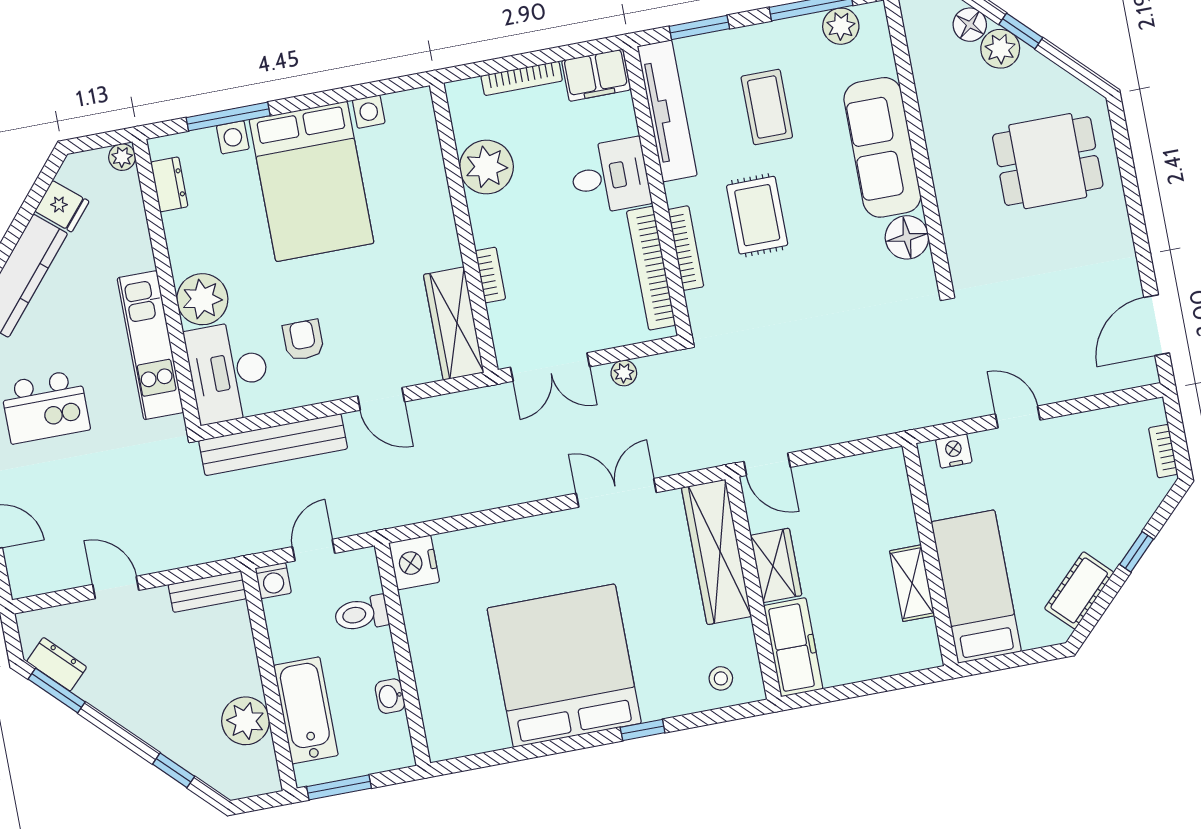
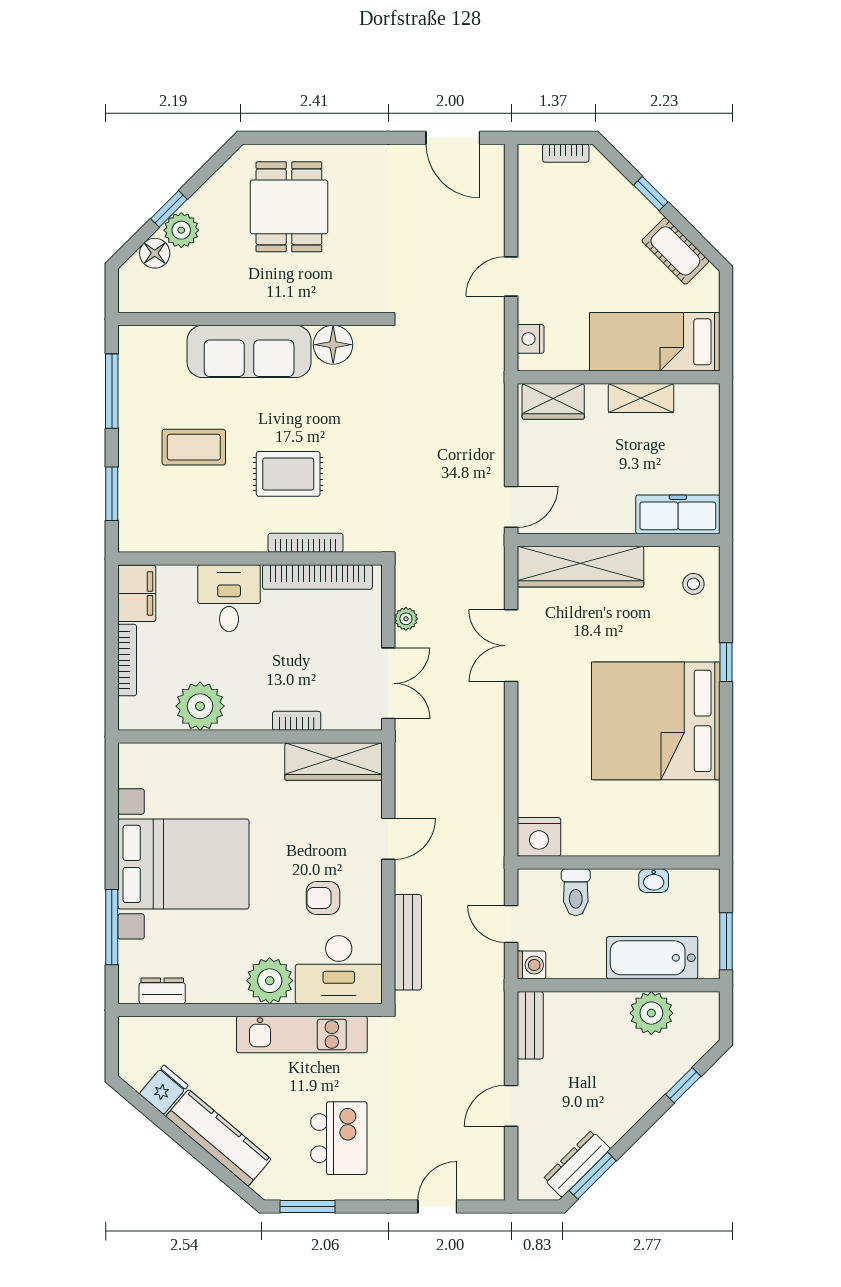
plant: (841, 26) -> (134, 368), removed
tv unit: (667, 111) -> (180, 536), removed
plant: (122, 157) -> (130, 1028), removed
bench: (273, 445) -> (408, 942), width x0.73, depth x0.82
wardrobe: (776, 565) -> (553, 401), moved, turned 180
dresser: (57, 664) -> (577, 1164), width x1.44

